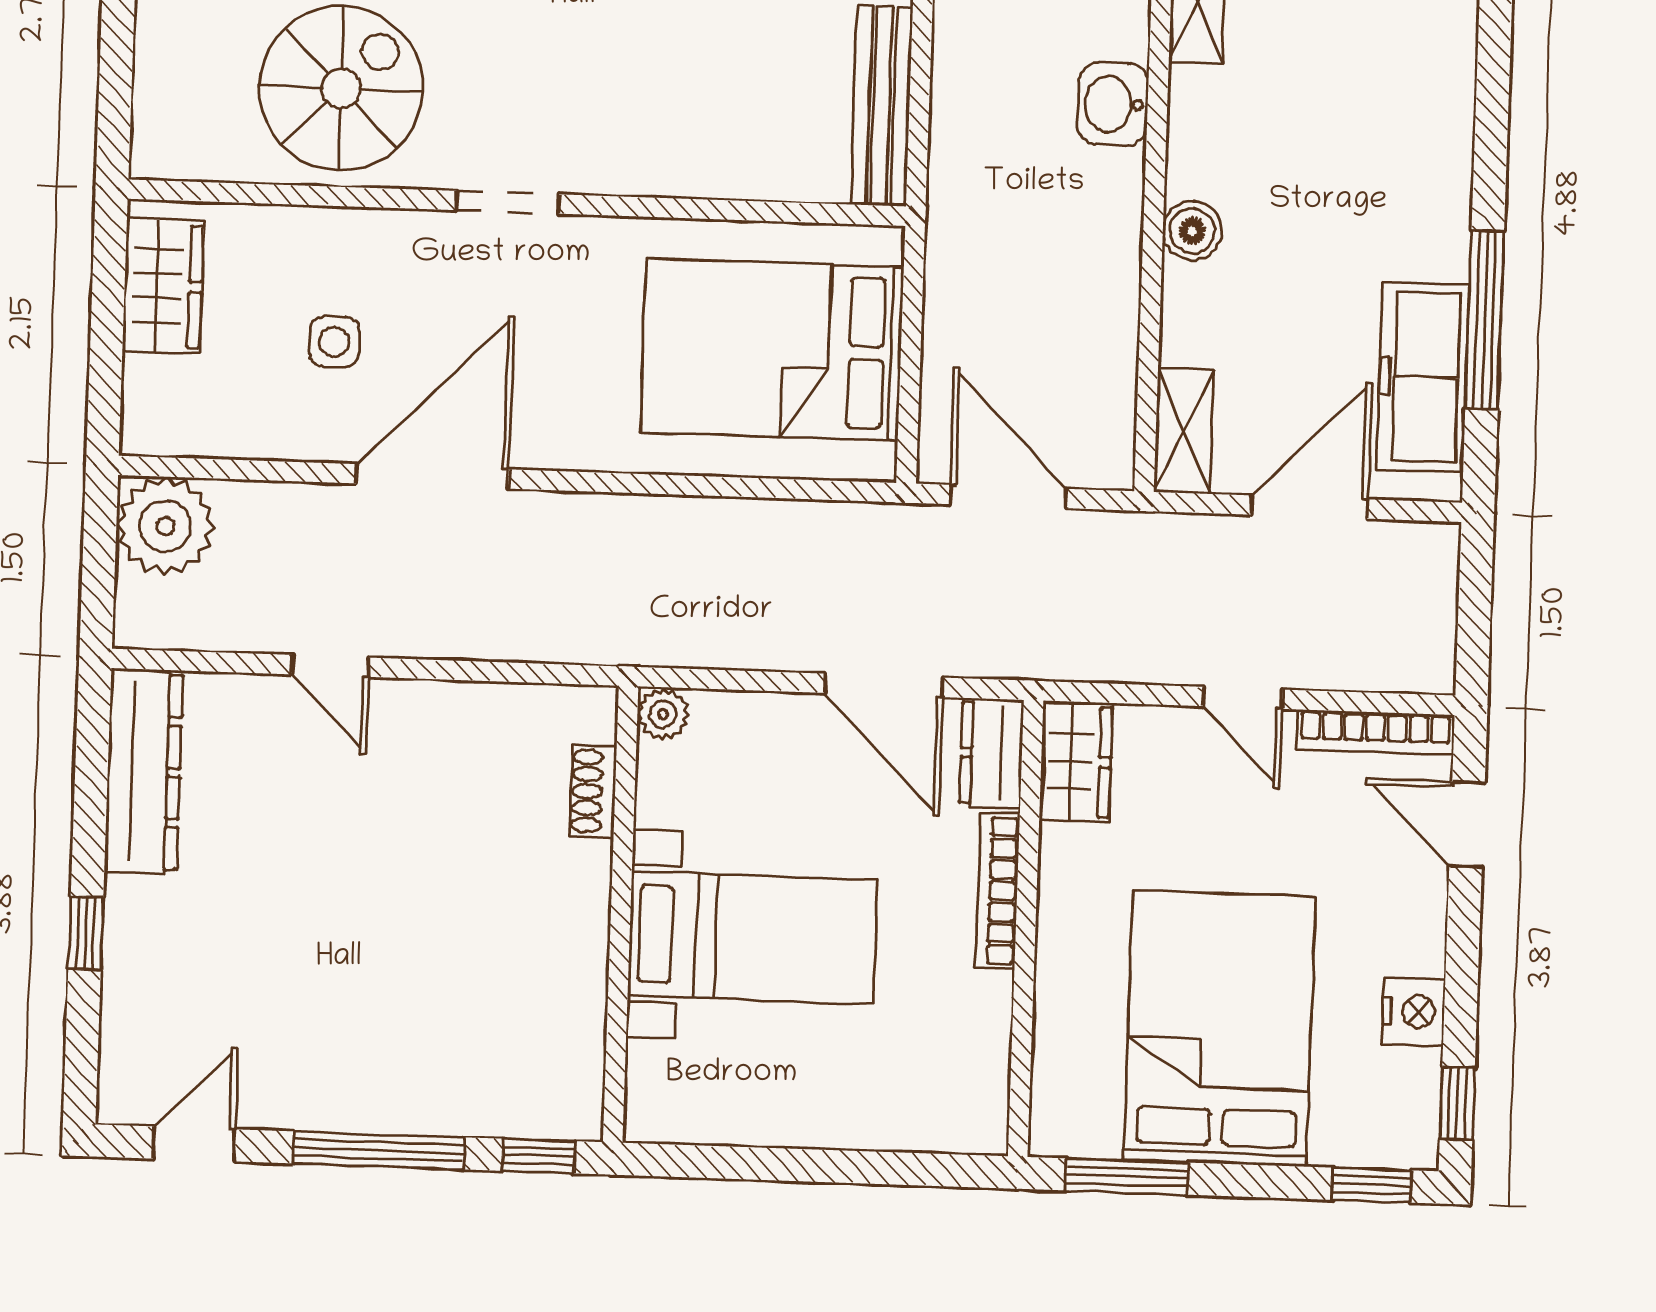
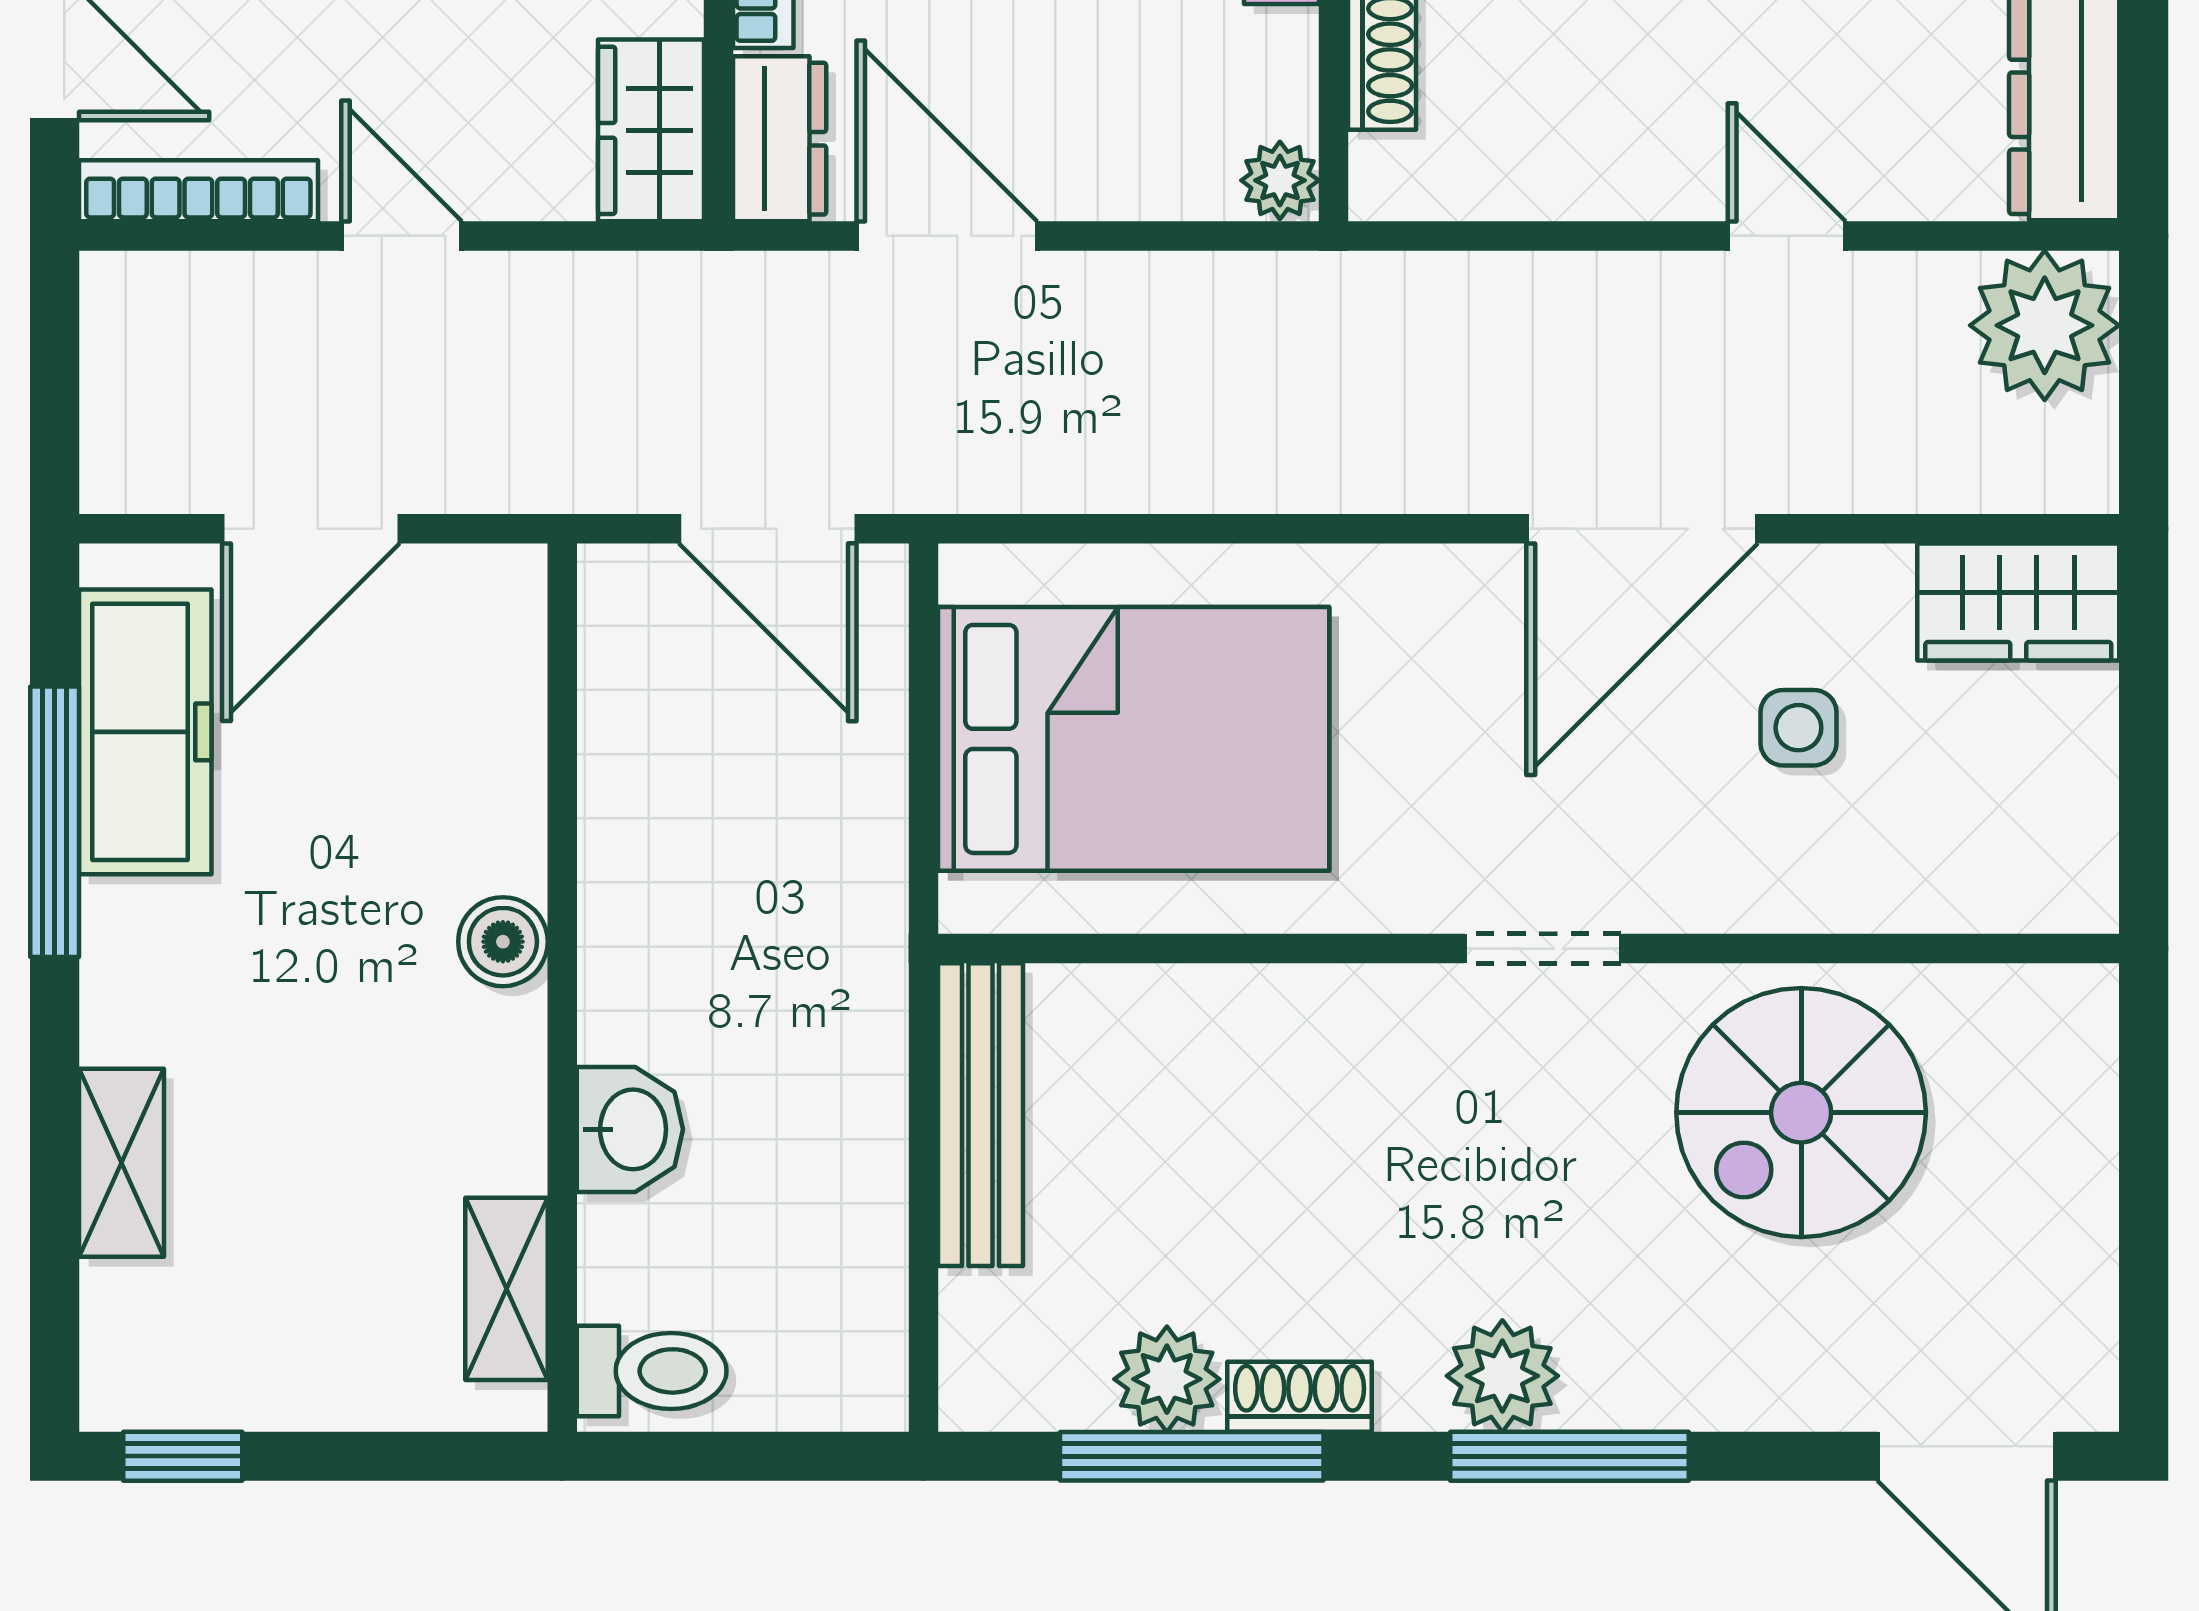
wardrobe: (163, 286) -> (2018, 602), moved, turned -90
shelving: (1184, 431) -> (121, 1163), moved
plant: (165, 526) -> (2045, 325), moved

